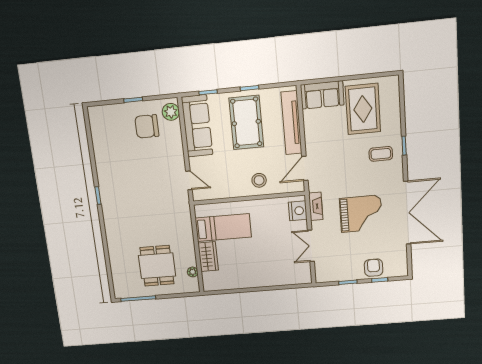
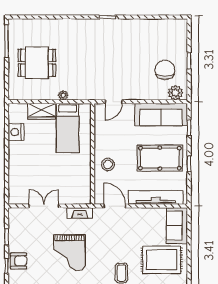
nightstand: (298, 211) -> (16, 132), moved, turned 90
plant: (193, 272) -> (63, 95), moved

